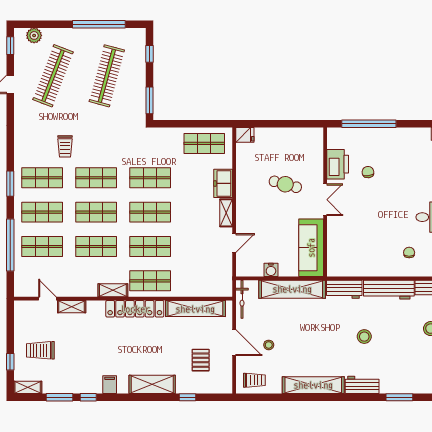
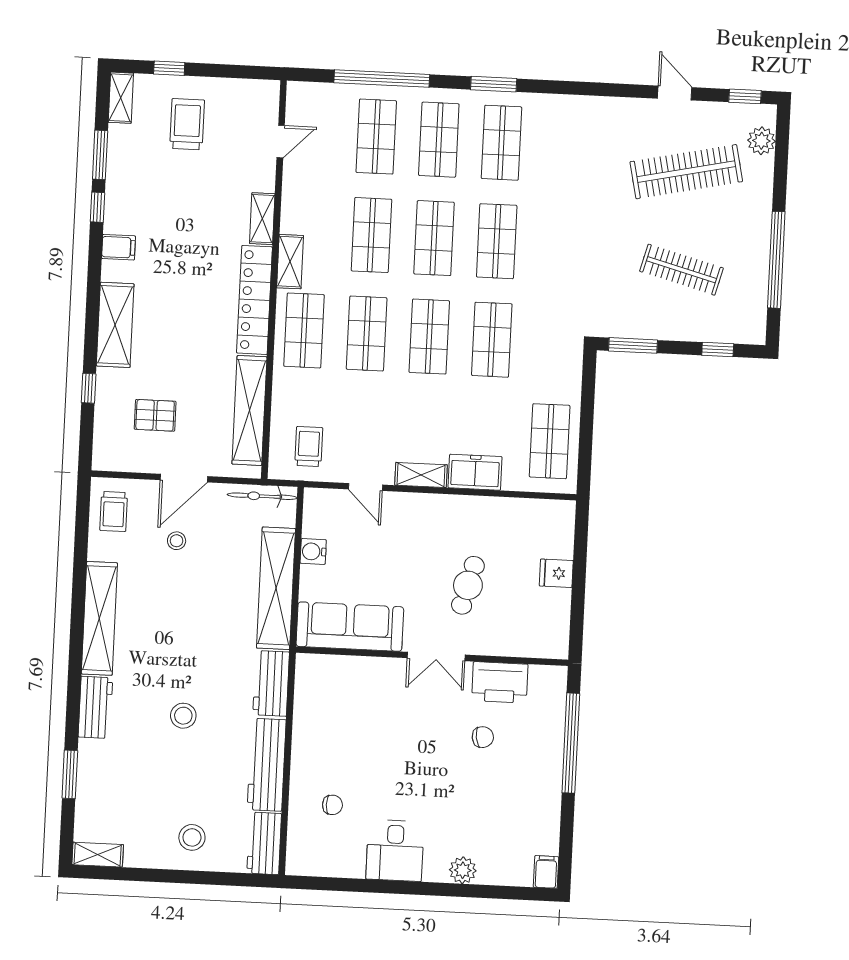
clothes rail: (53, 76) -> (686, 172), turned -33
clothes rail: (107, 76) -> (681, 270), width x0.73, depth x0.76
fridge: (245, 135) -> (556, 573), moved, turned 90
trolley: (65, 146) -> (309, 447), moved, turned 90
shelving: (72, 307) -> (262, 219), moved

